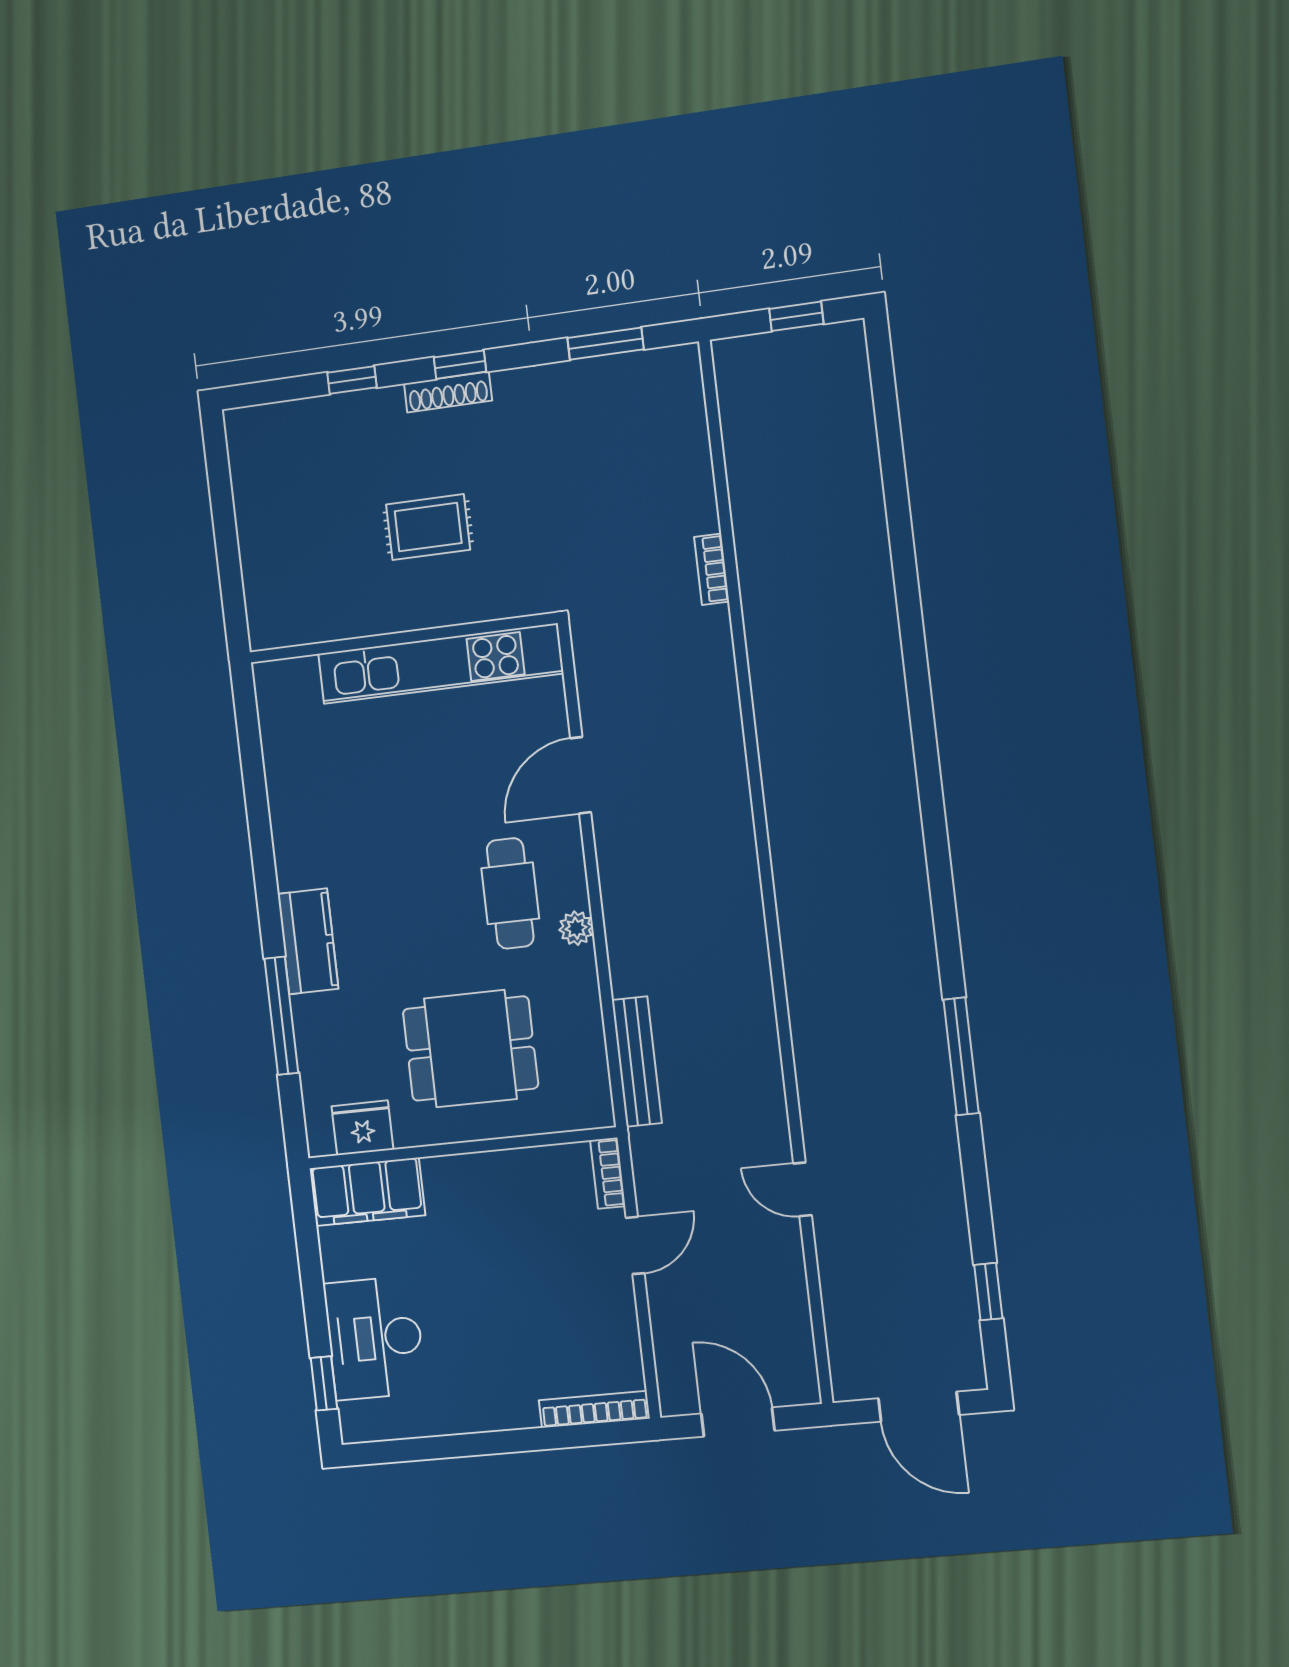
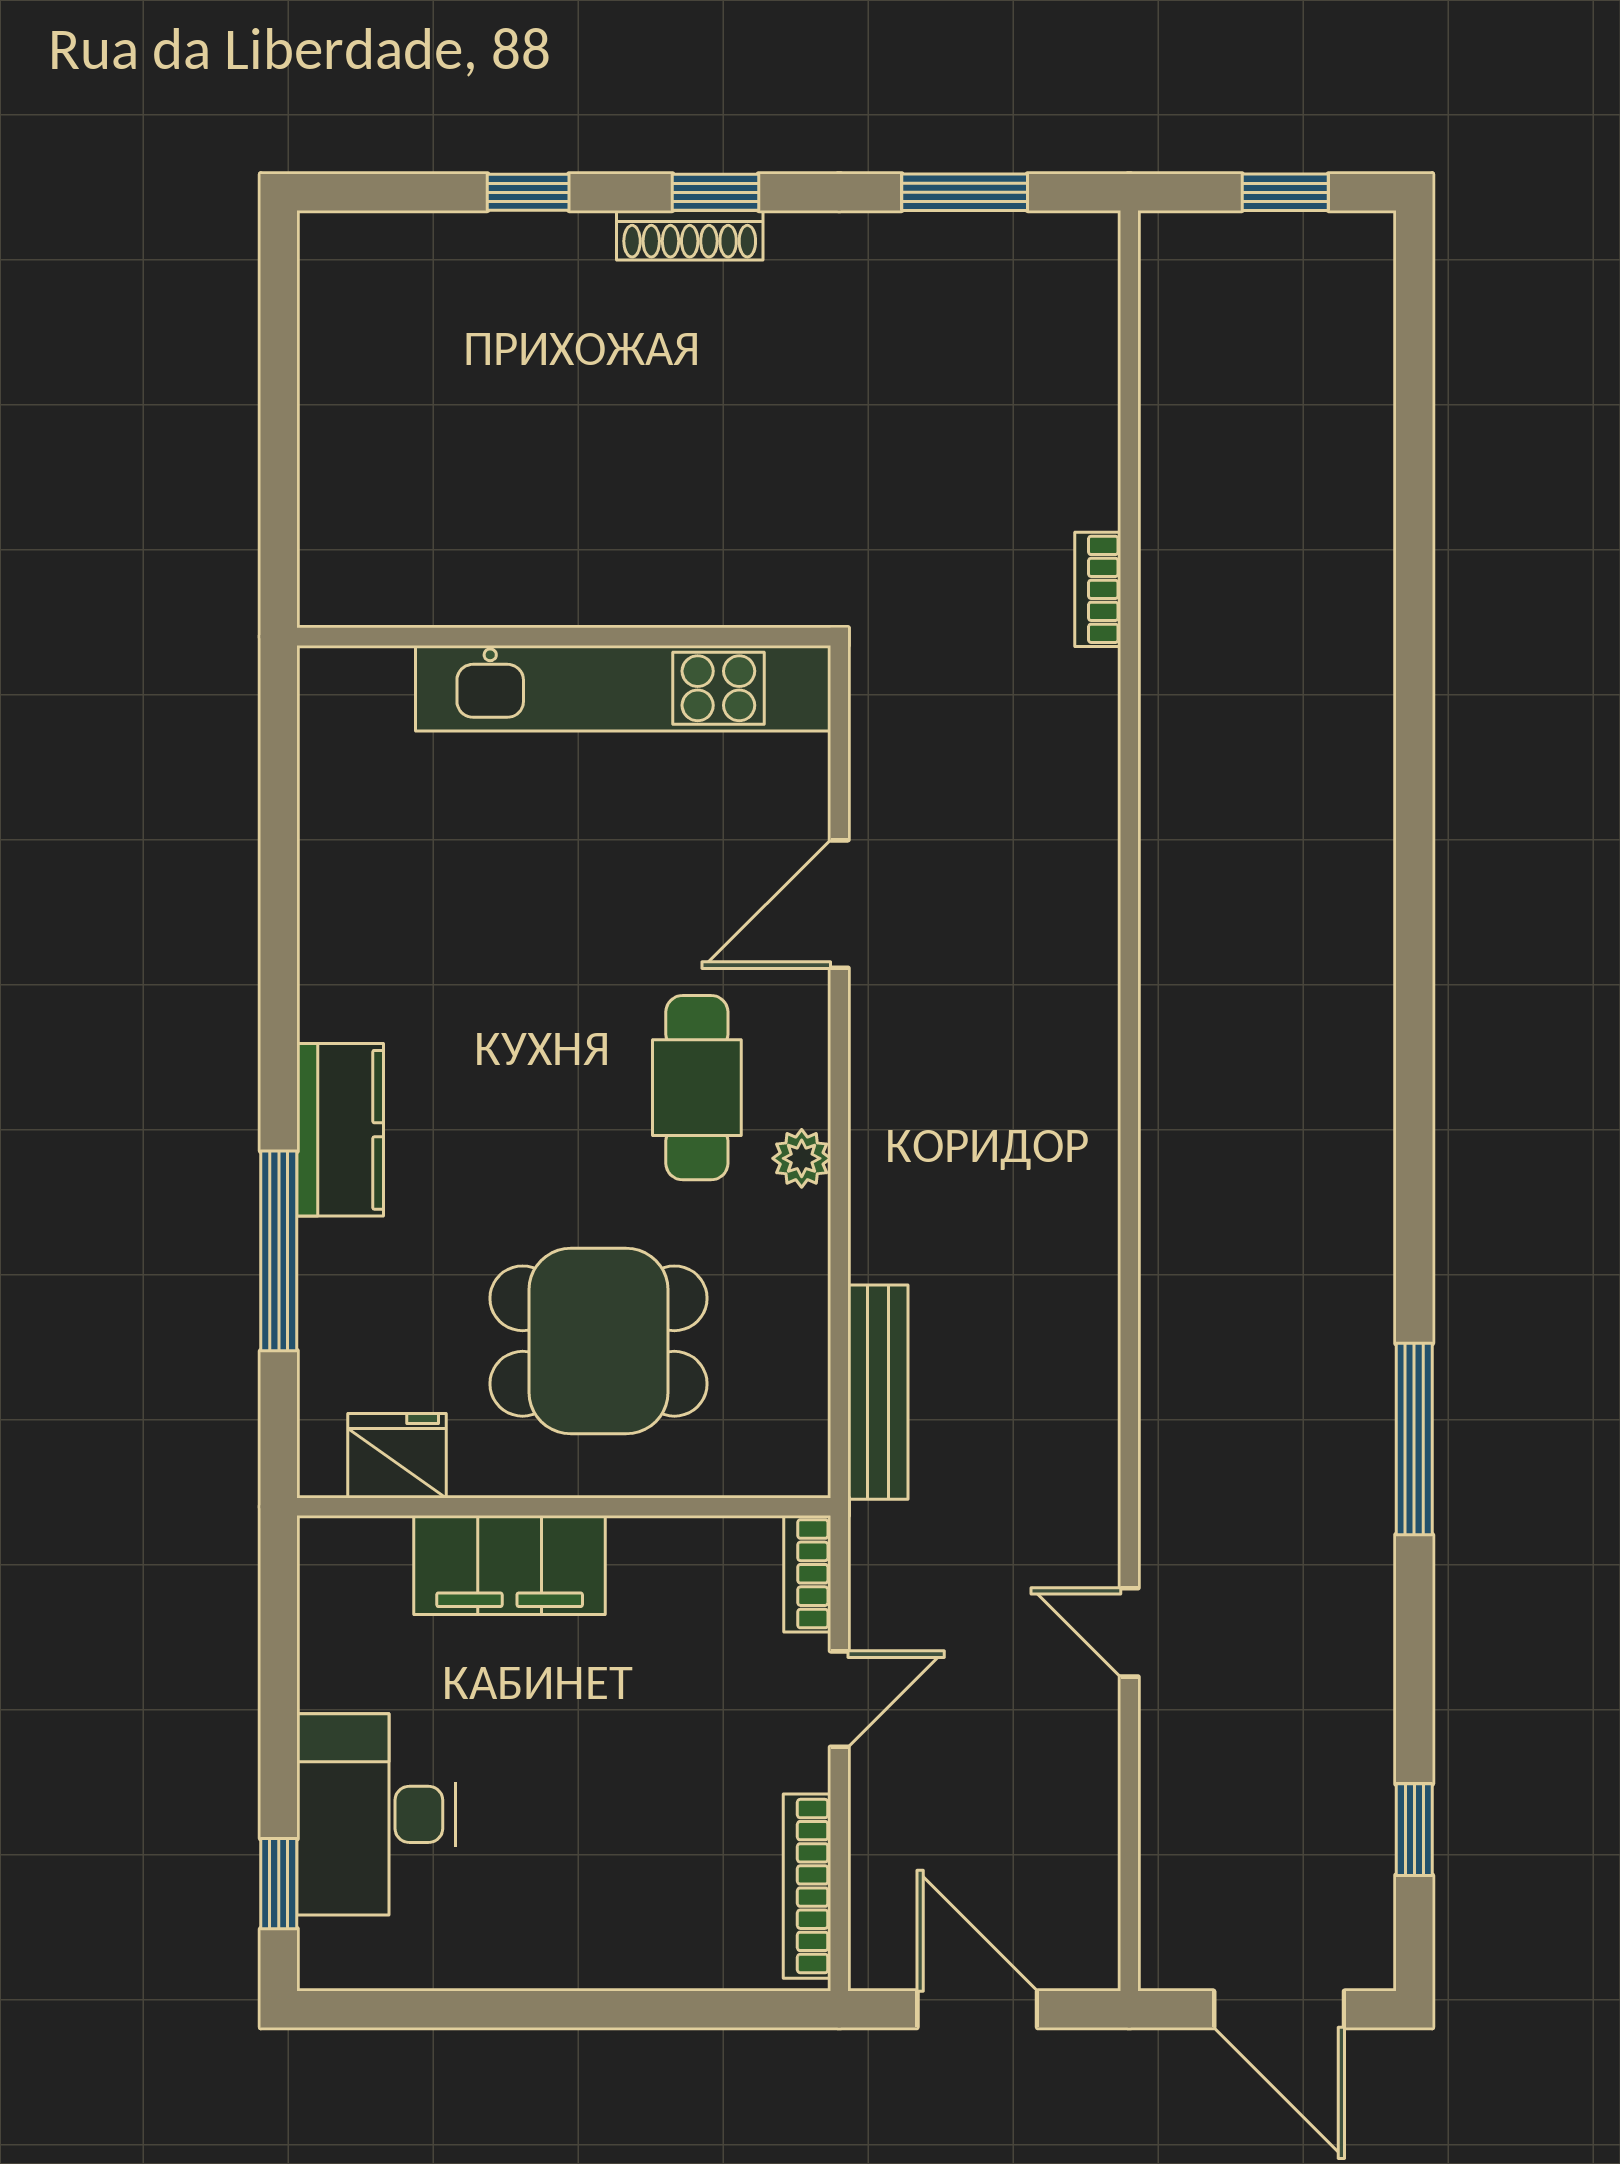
rug: (428, 527) -> (629, 457), removed
filing cabinet: (367, 1192) -> (510, 1565), moved
bookcase: (594, 1409) -> (807, 1886), moved, turned -90

